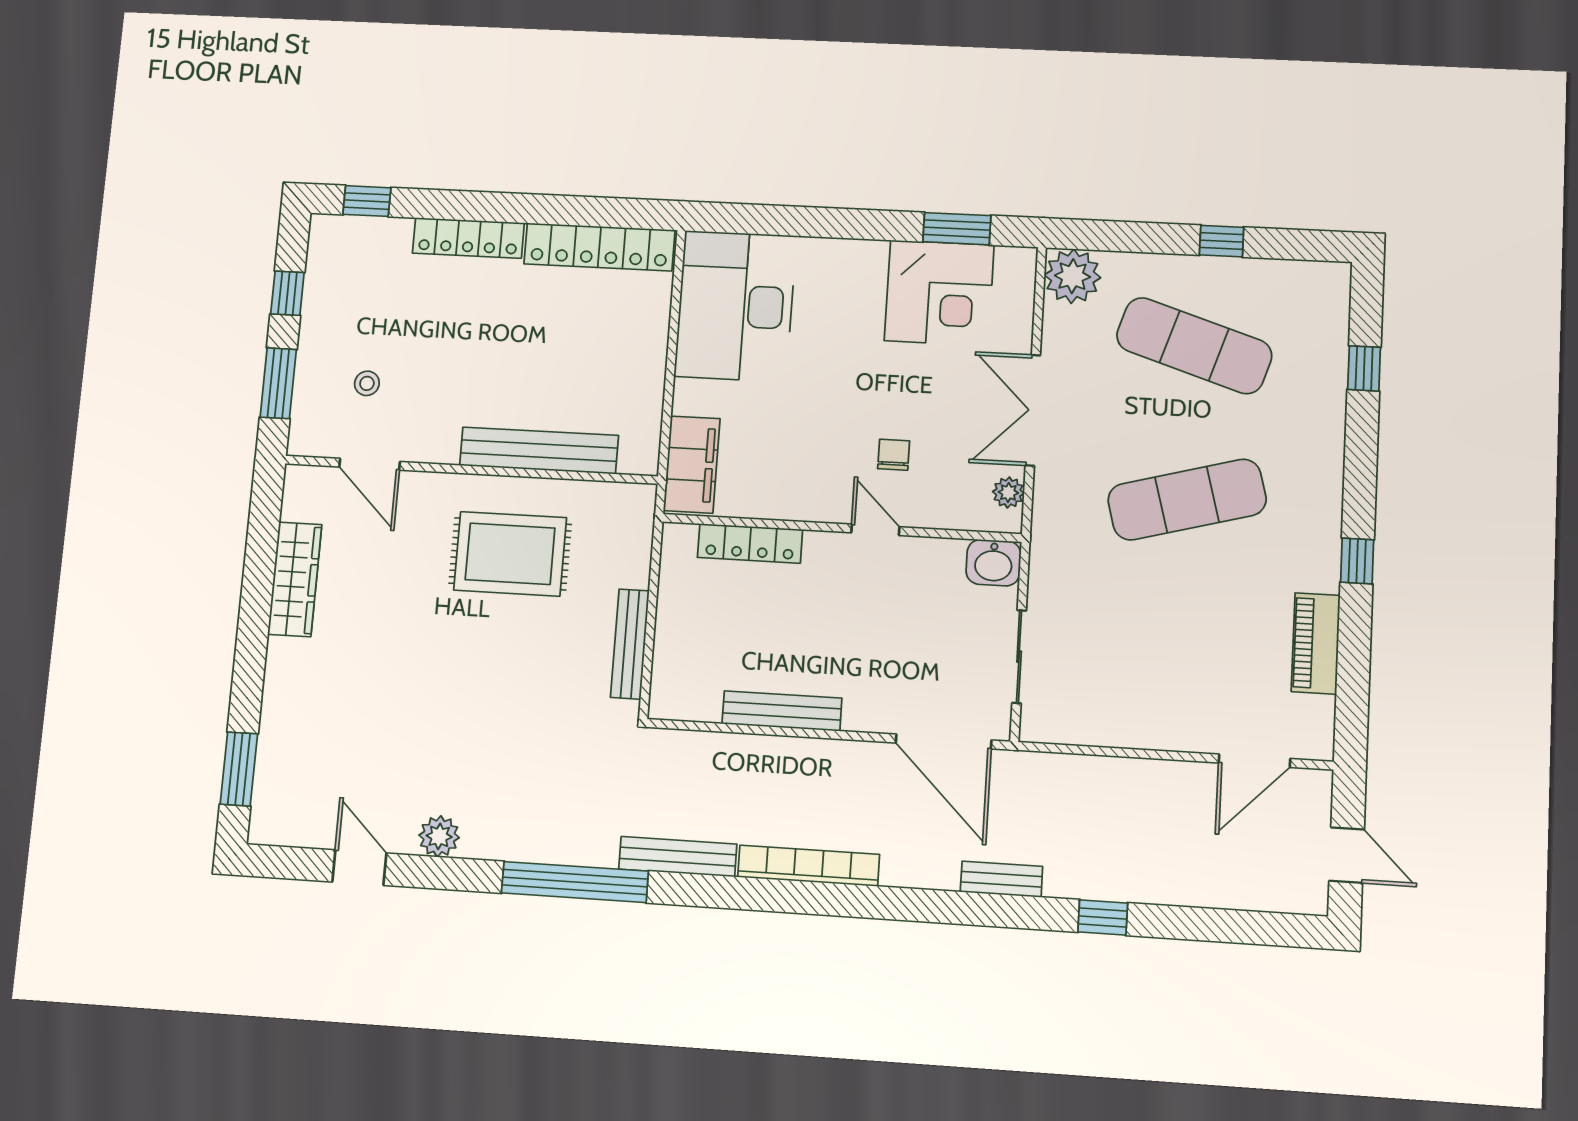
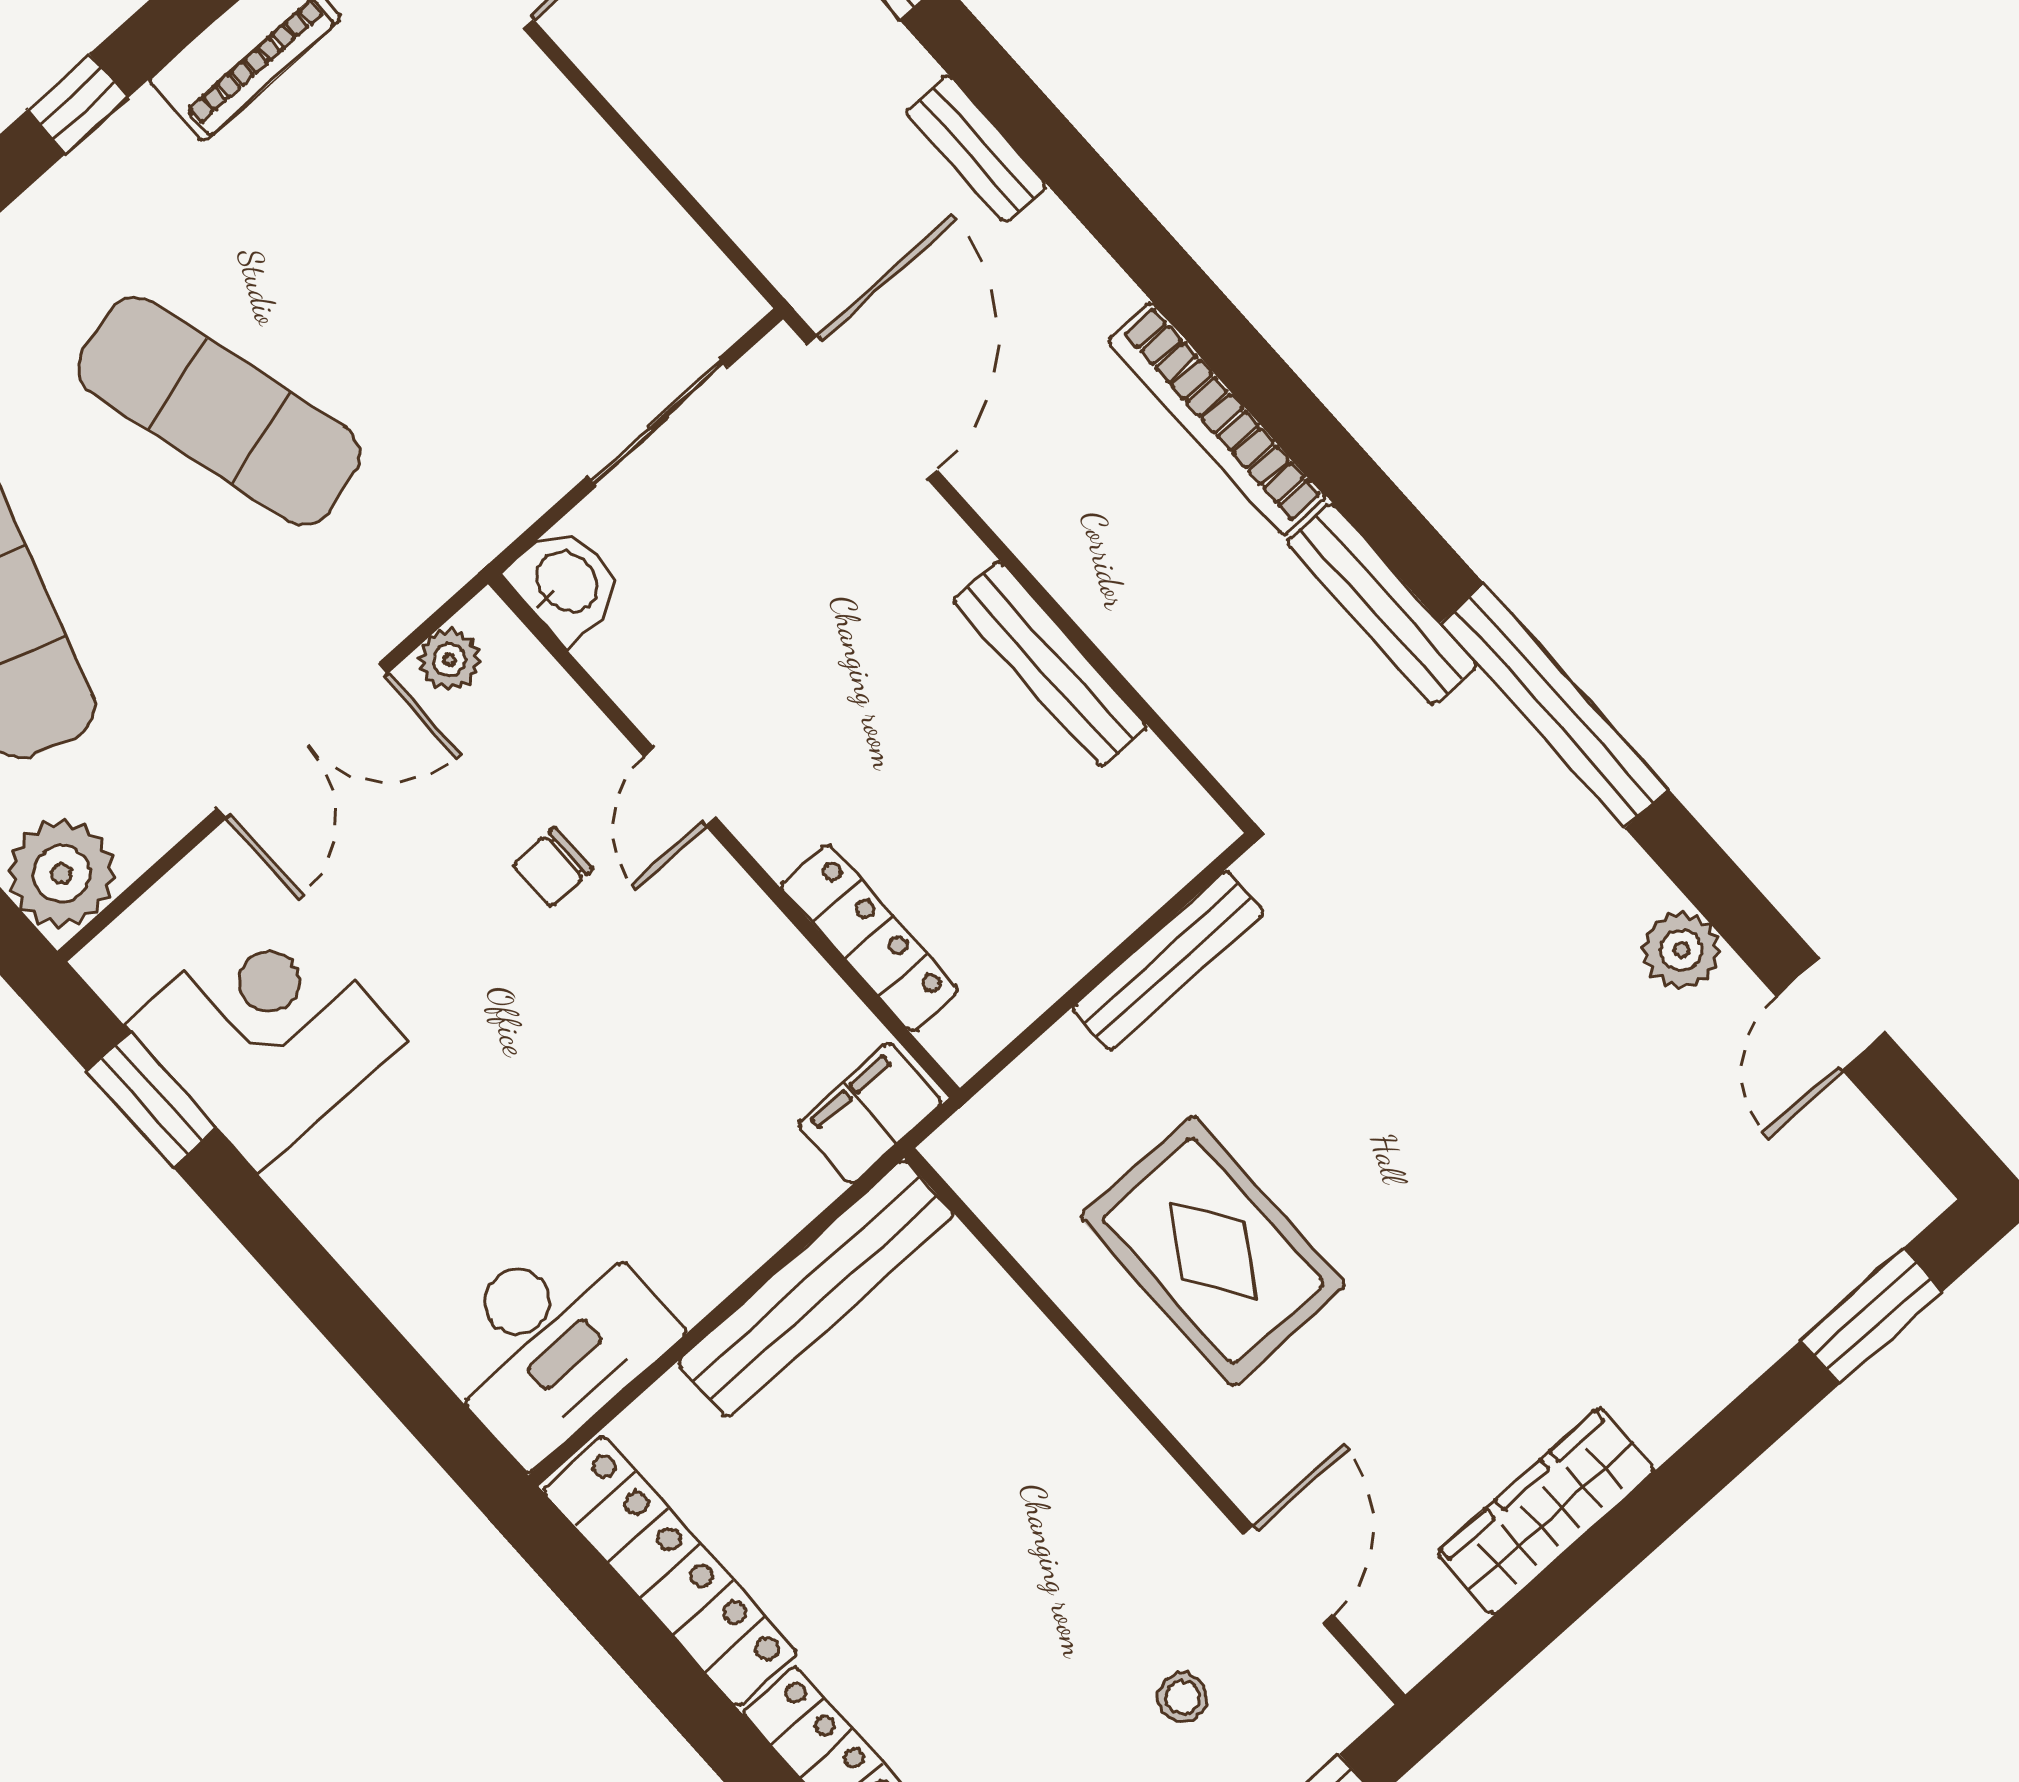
desk: (735, 306) -> (552, 1341), width x0.73, depth x0.77
bench: (539, 450) -> (816, 1288), moved, turned 90
filing cabinet: (692, 465) -> (870, 1113), width x0.67, depth x0.86

